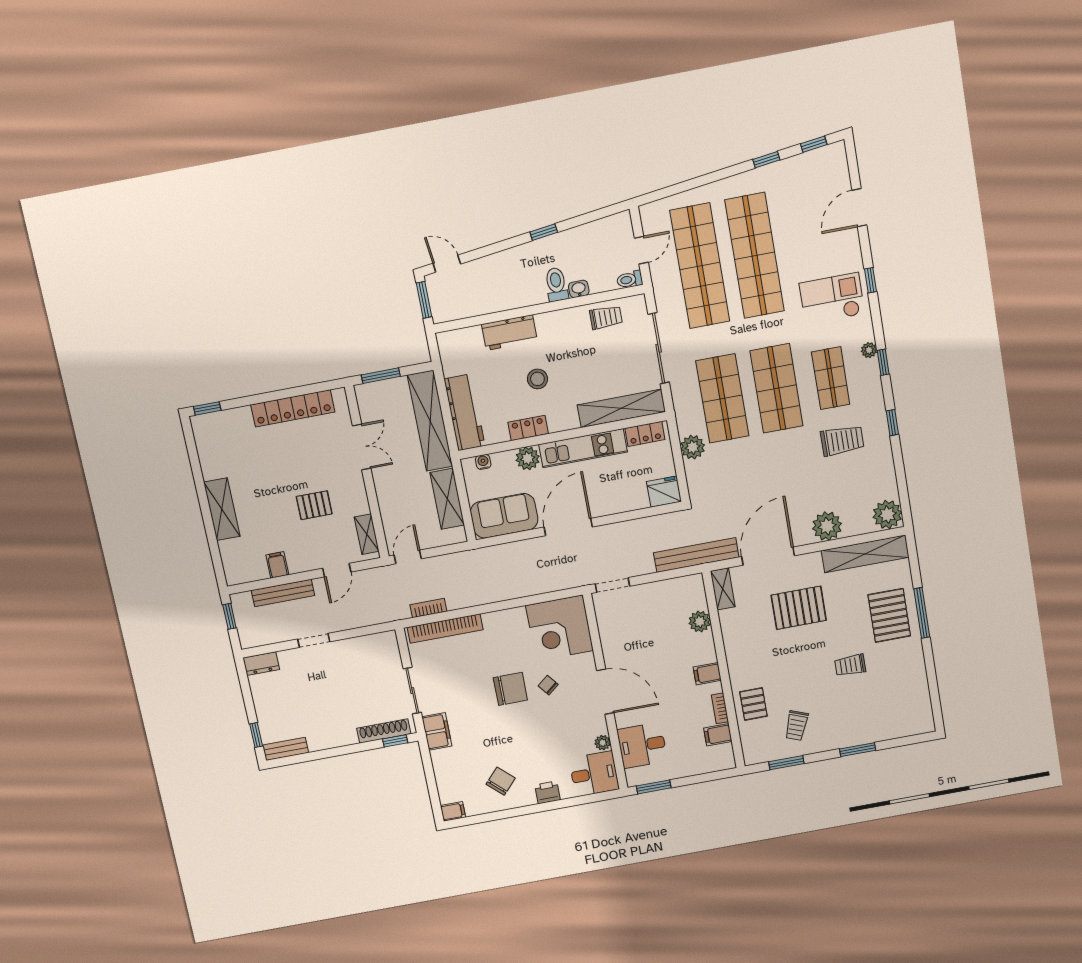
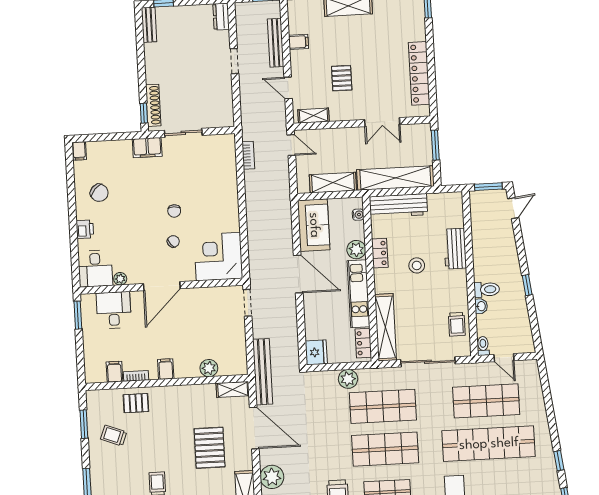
shop shelf: (700, 266) -> (486, 401), width x0.71
bookcase: (445, 629) -> (230, 166), removed
chair: (510, 689) -> (174, 211), width x0.54, depth x0.54

